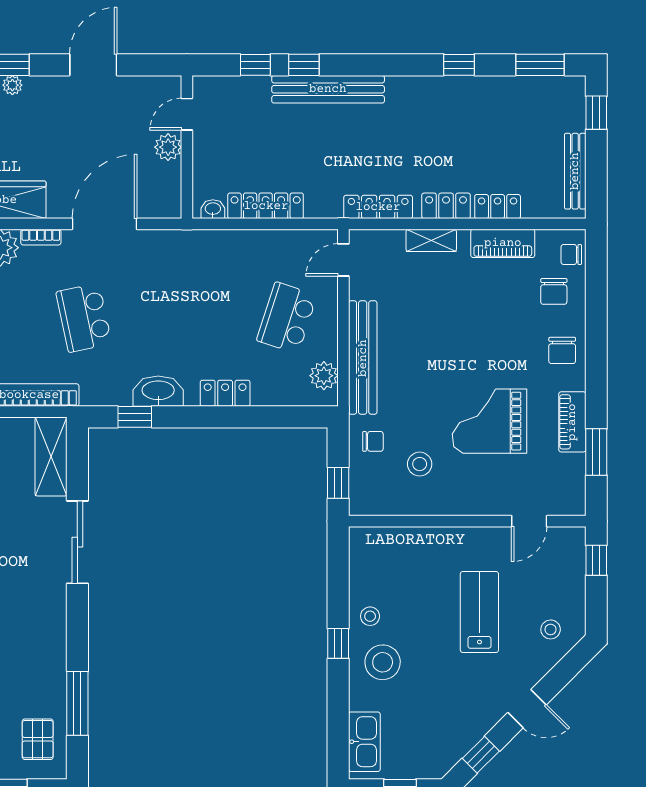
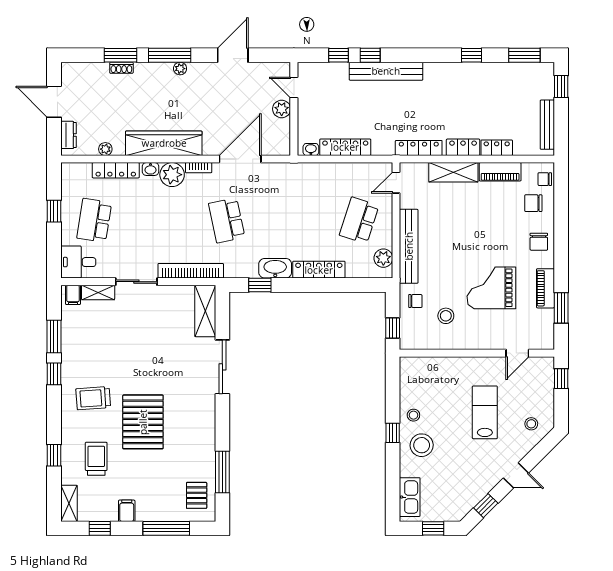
door: (187, 114) -> (294, 87), hinge flipped
shelving: (431, 240) -> (453, 172), width x1.50, depth x1.33
chair: (554, 291) -> (533, 203), turned 90
locker: (225, 393) -> (319, 270), width x1.53

